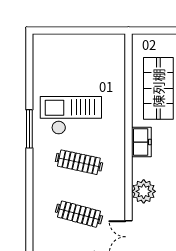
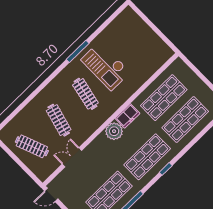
checkout: (71, 115) -> (106, 66), turned 180
plant: (144, 191) -> (114, 131), moved

